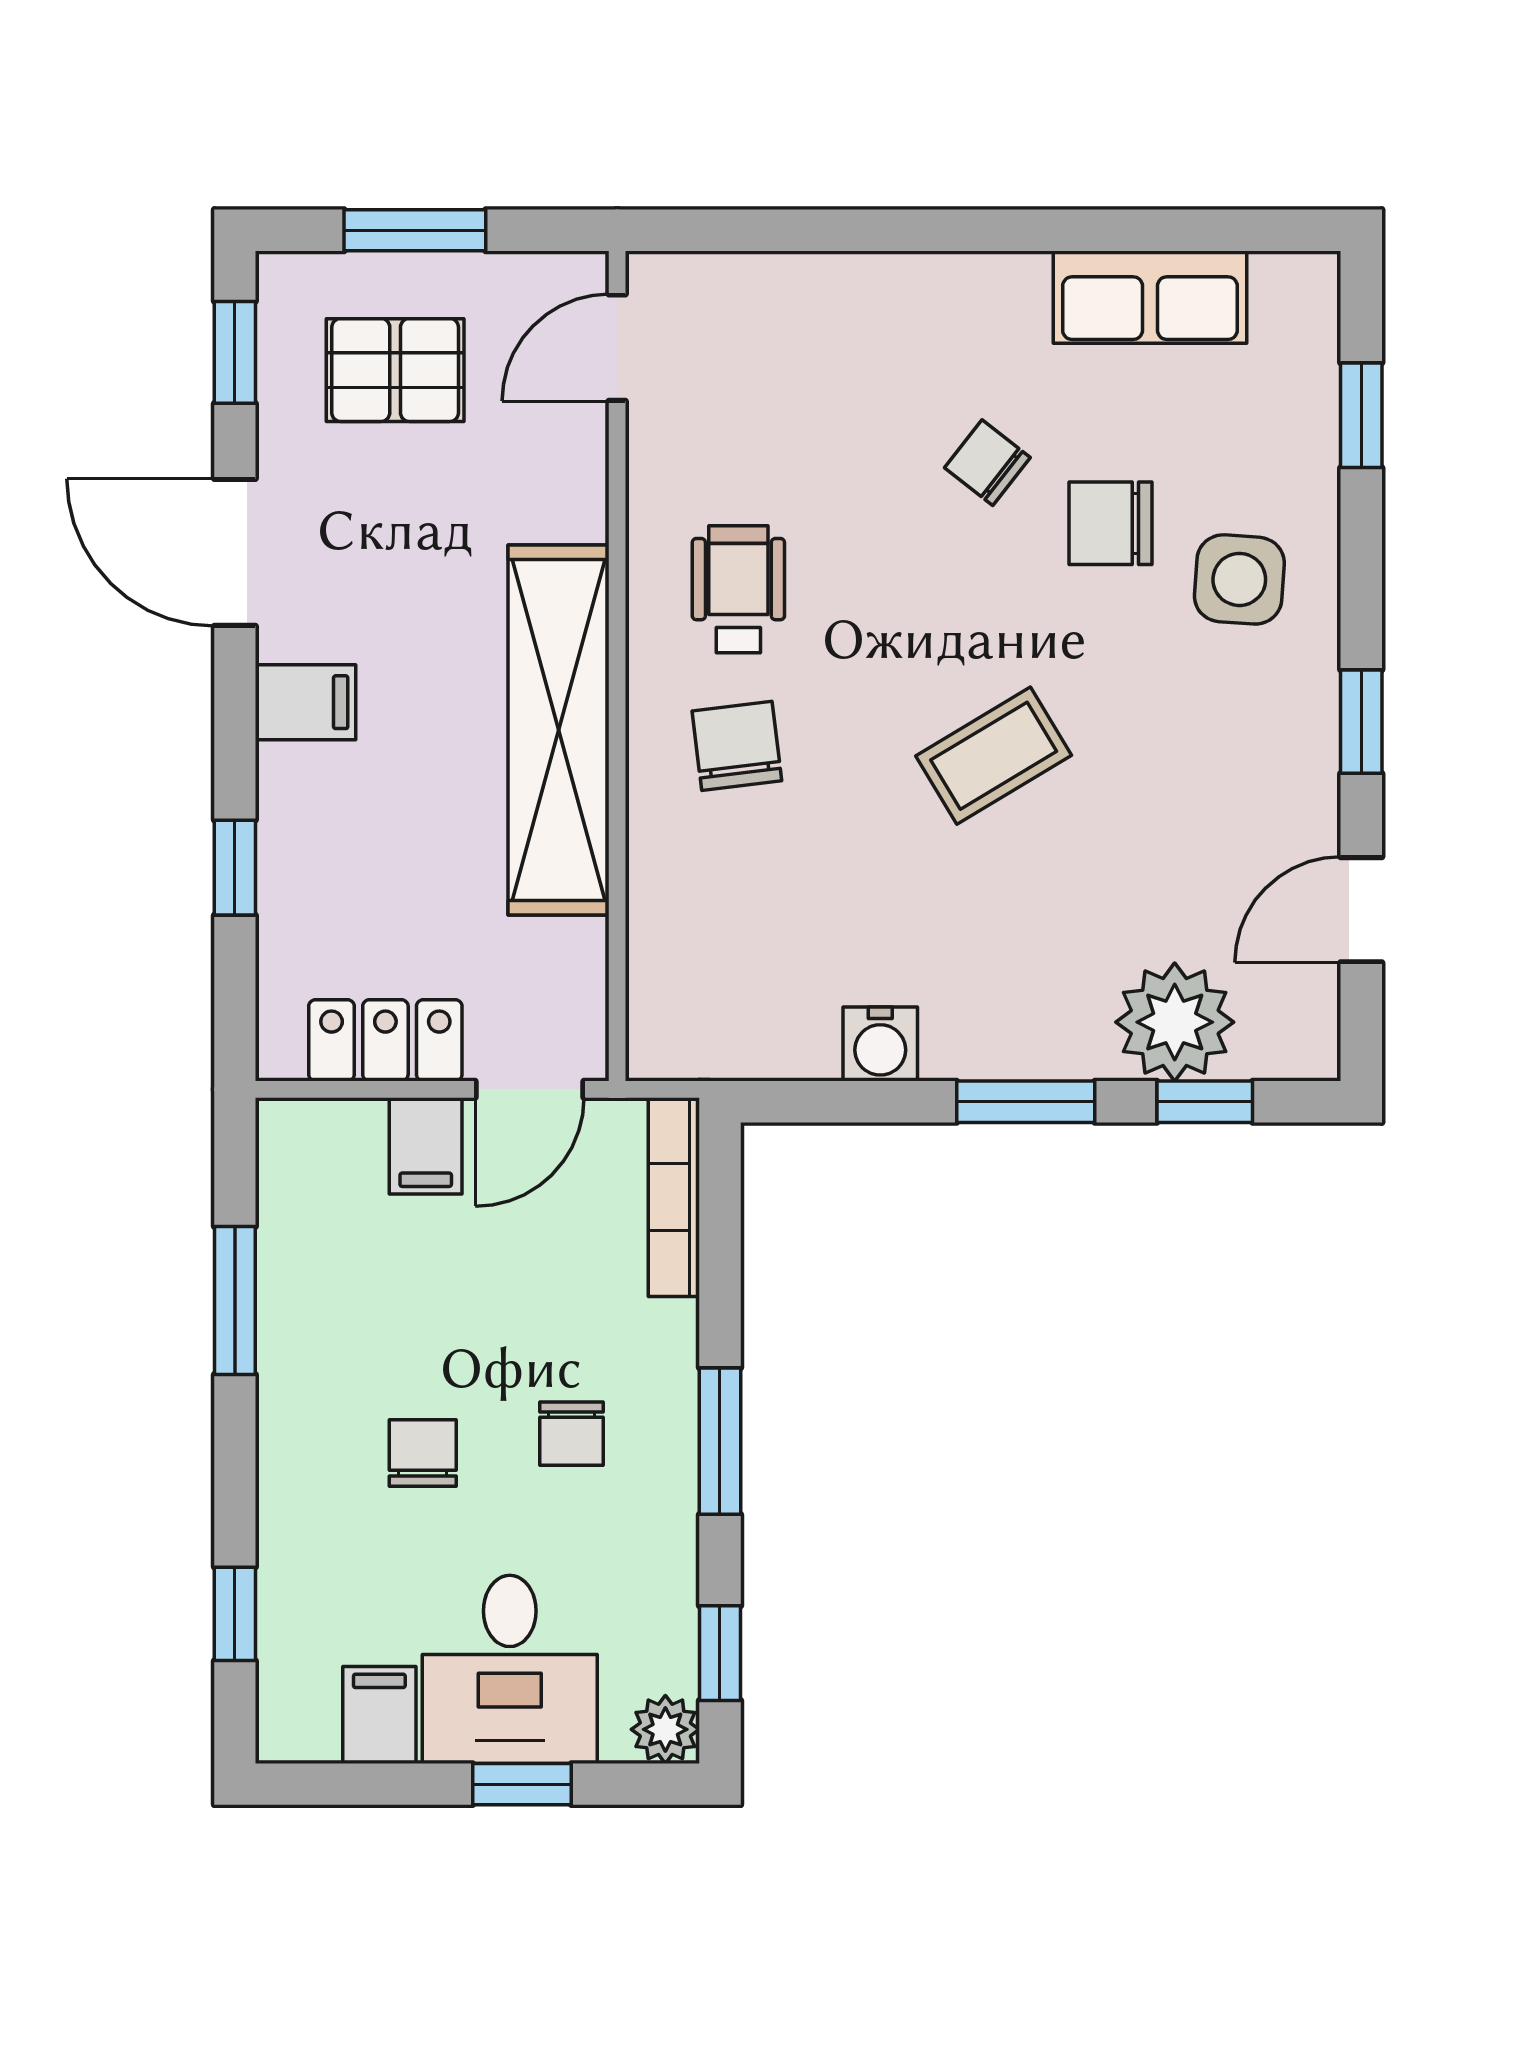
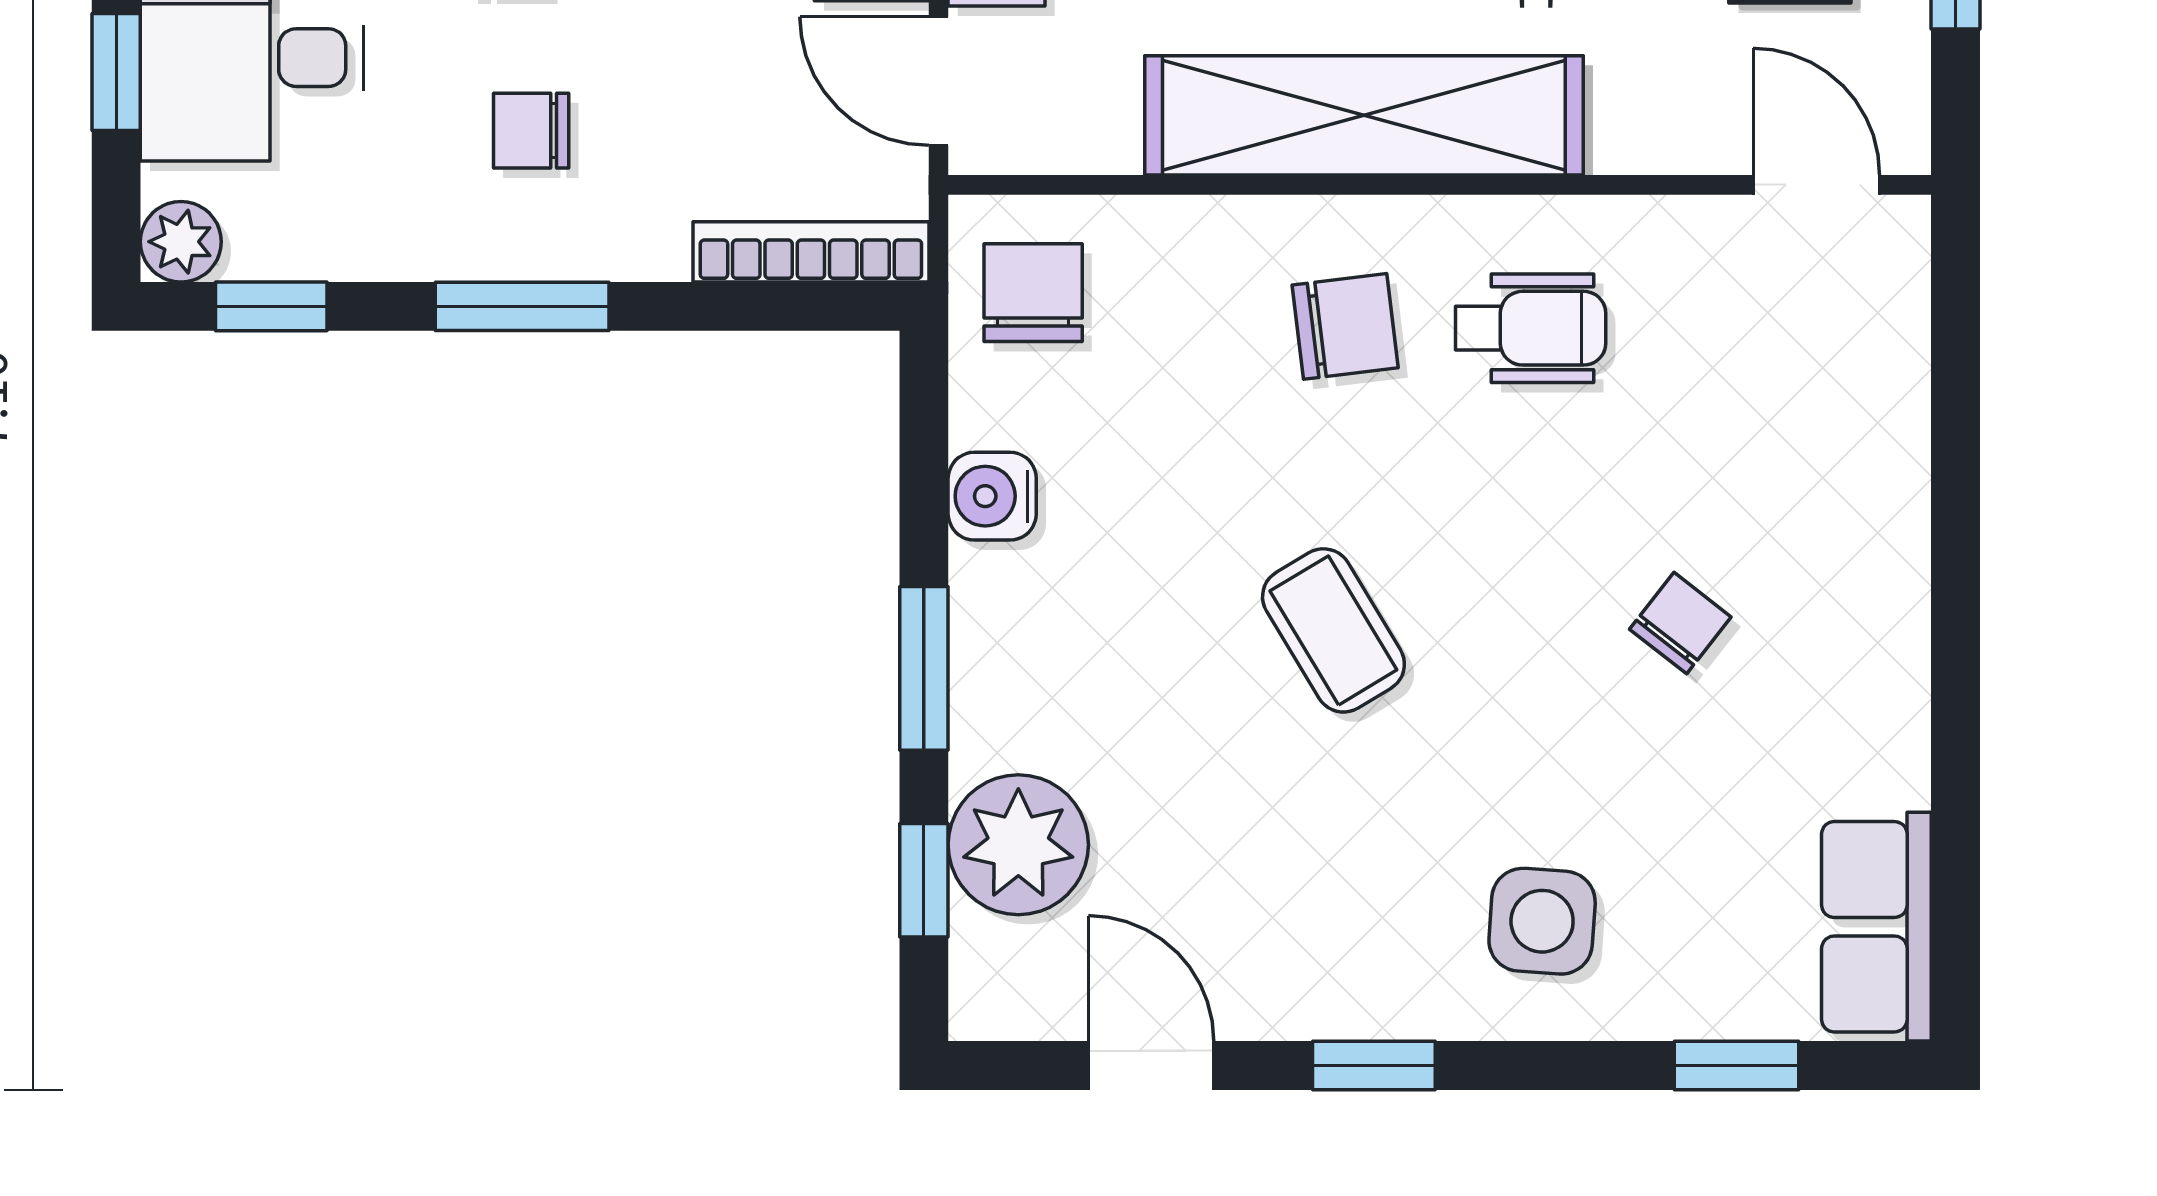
row of seats: (1150, 297) -> (1876, 927), moved
chair: (1111, 523) -> (1033, 293), moved

